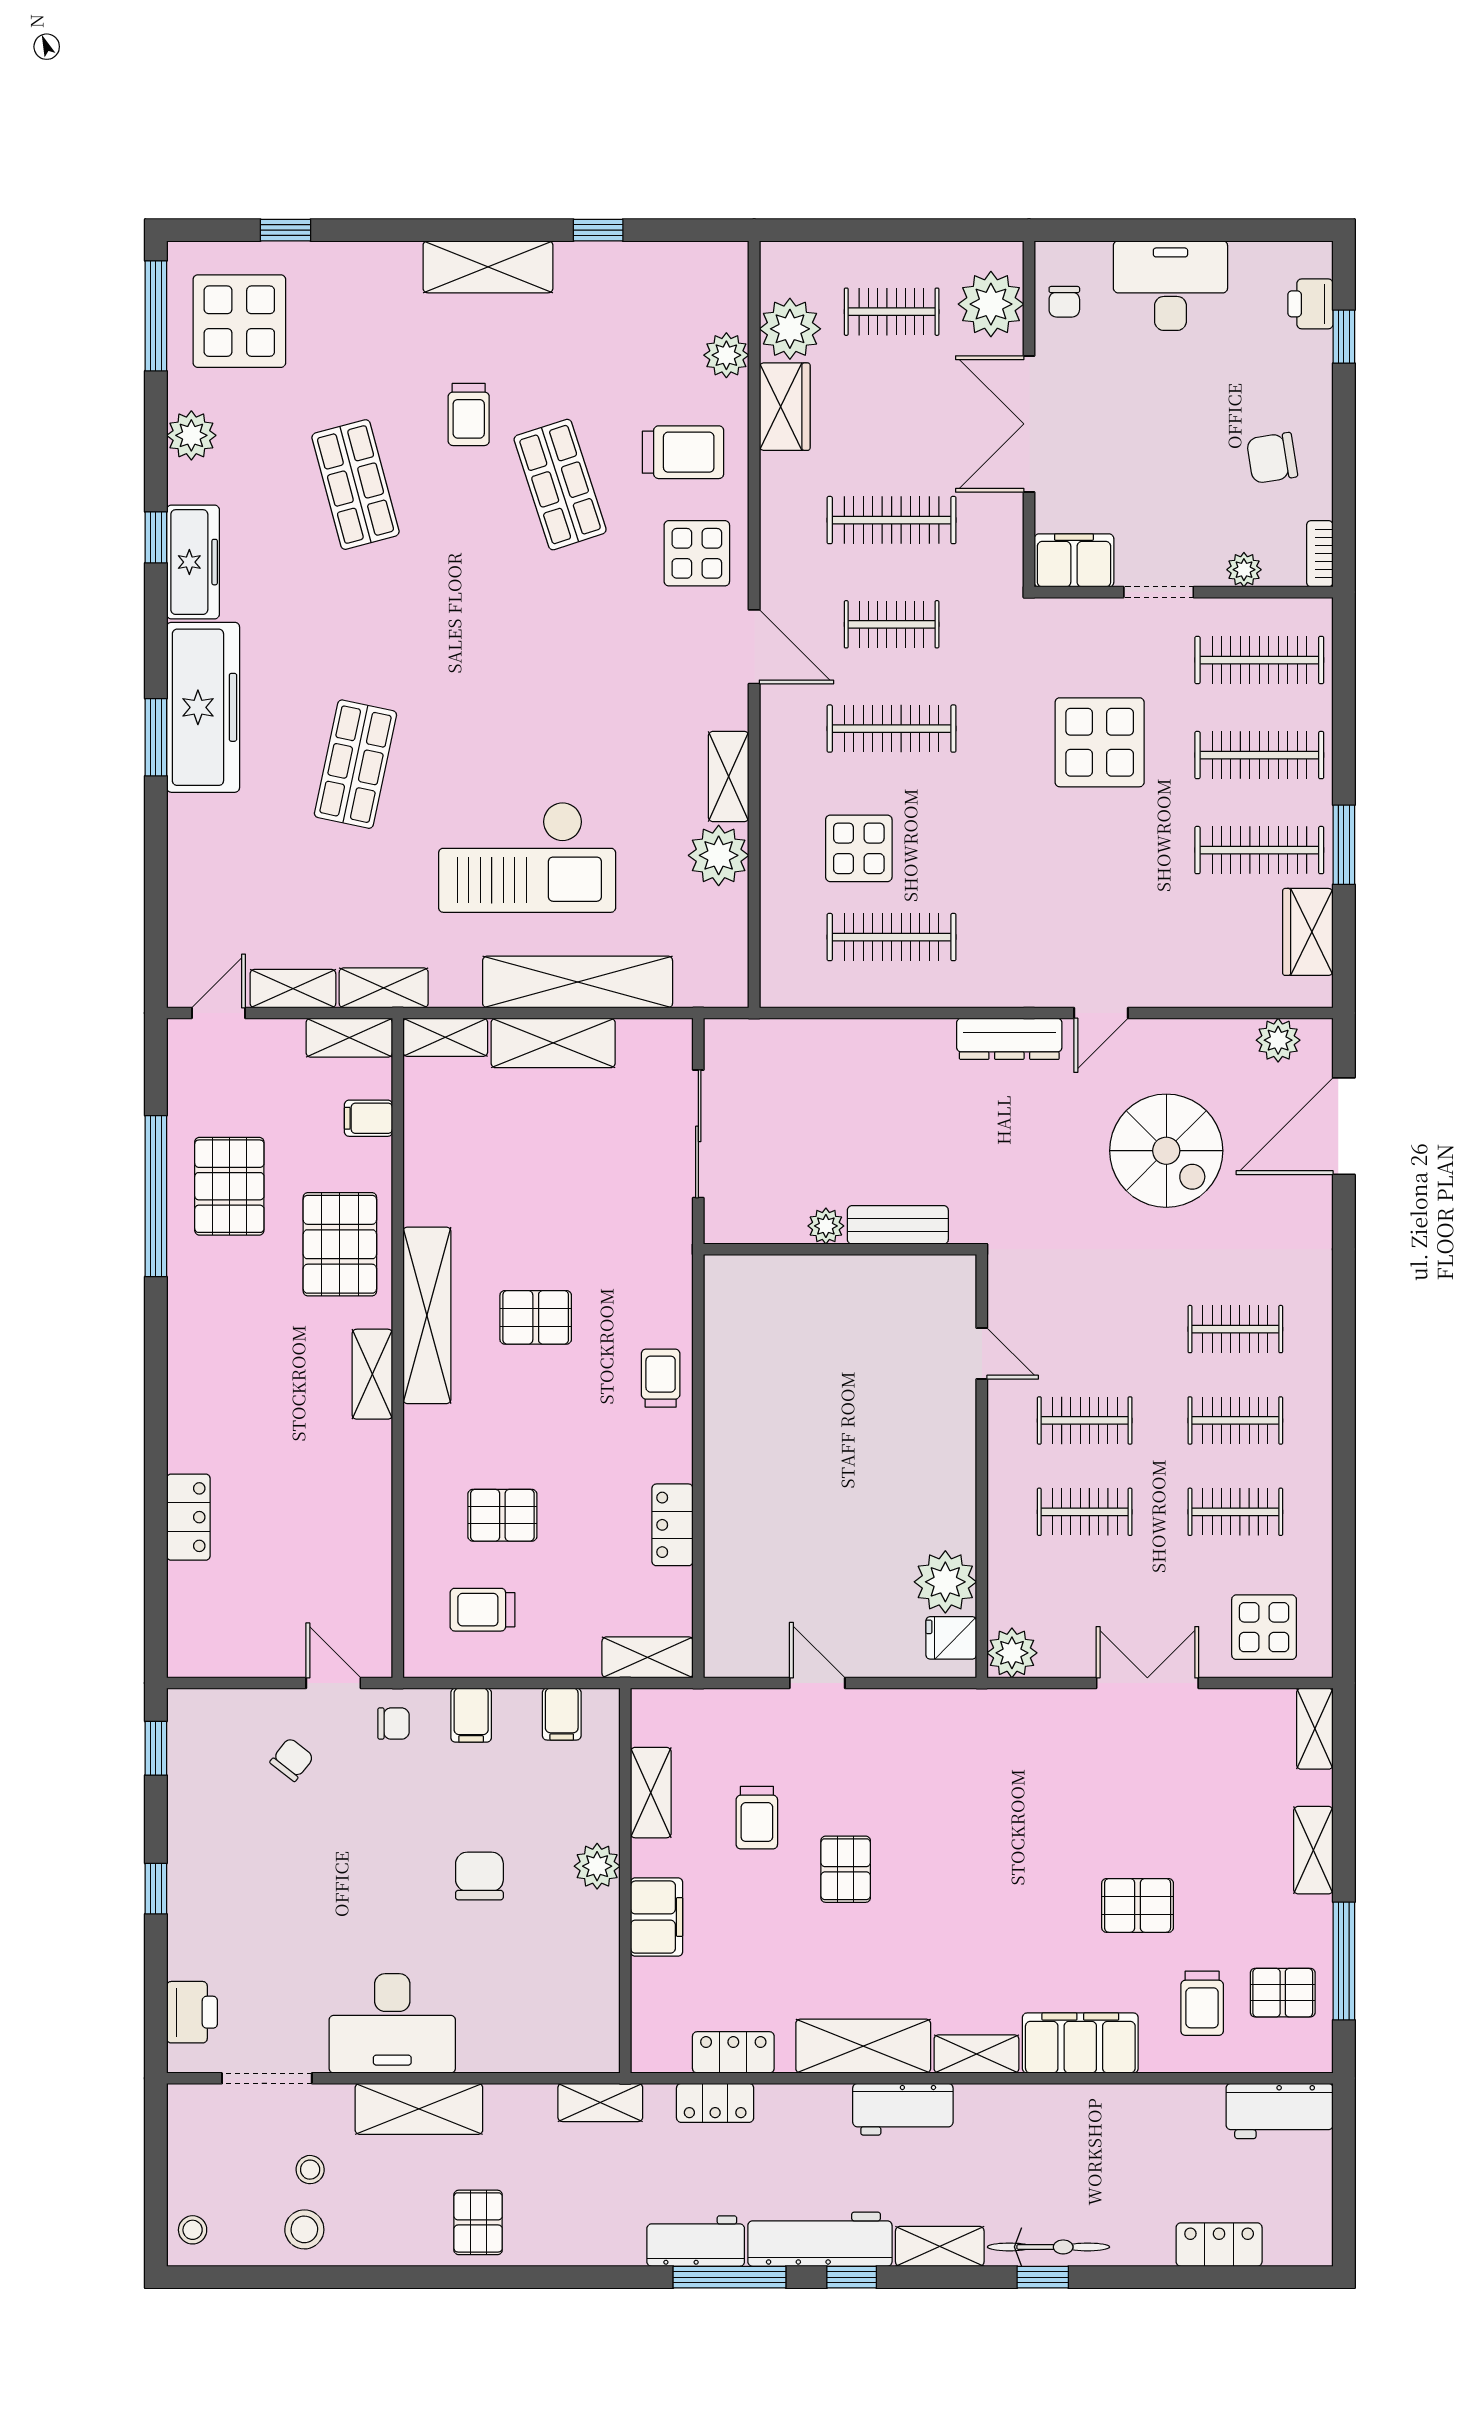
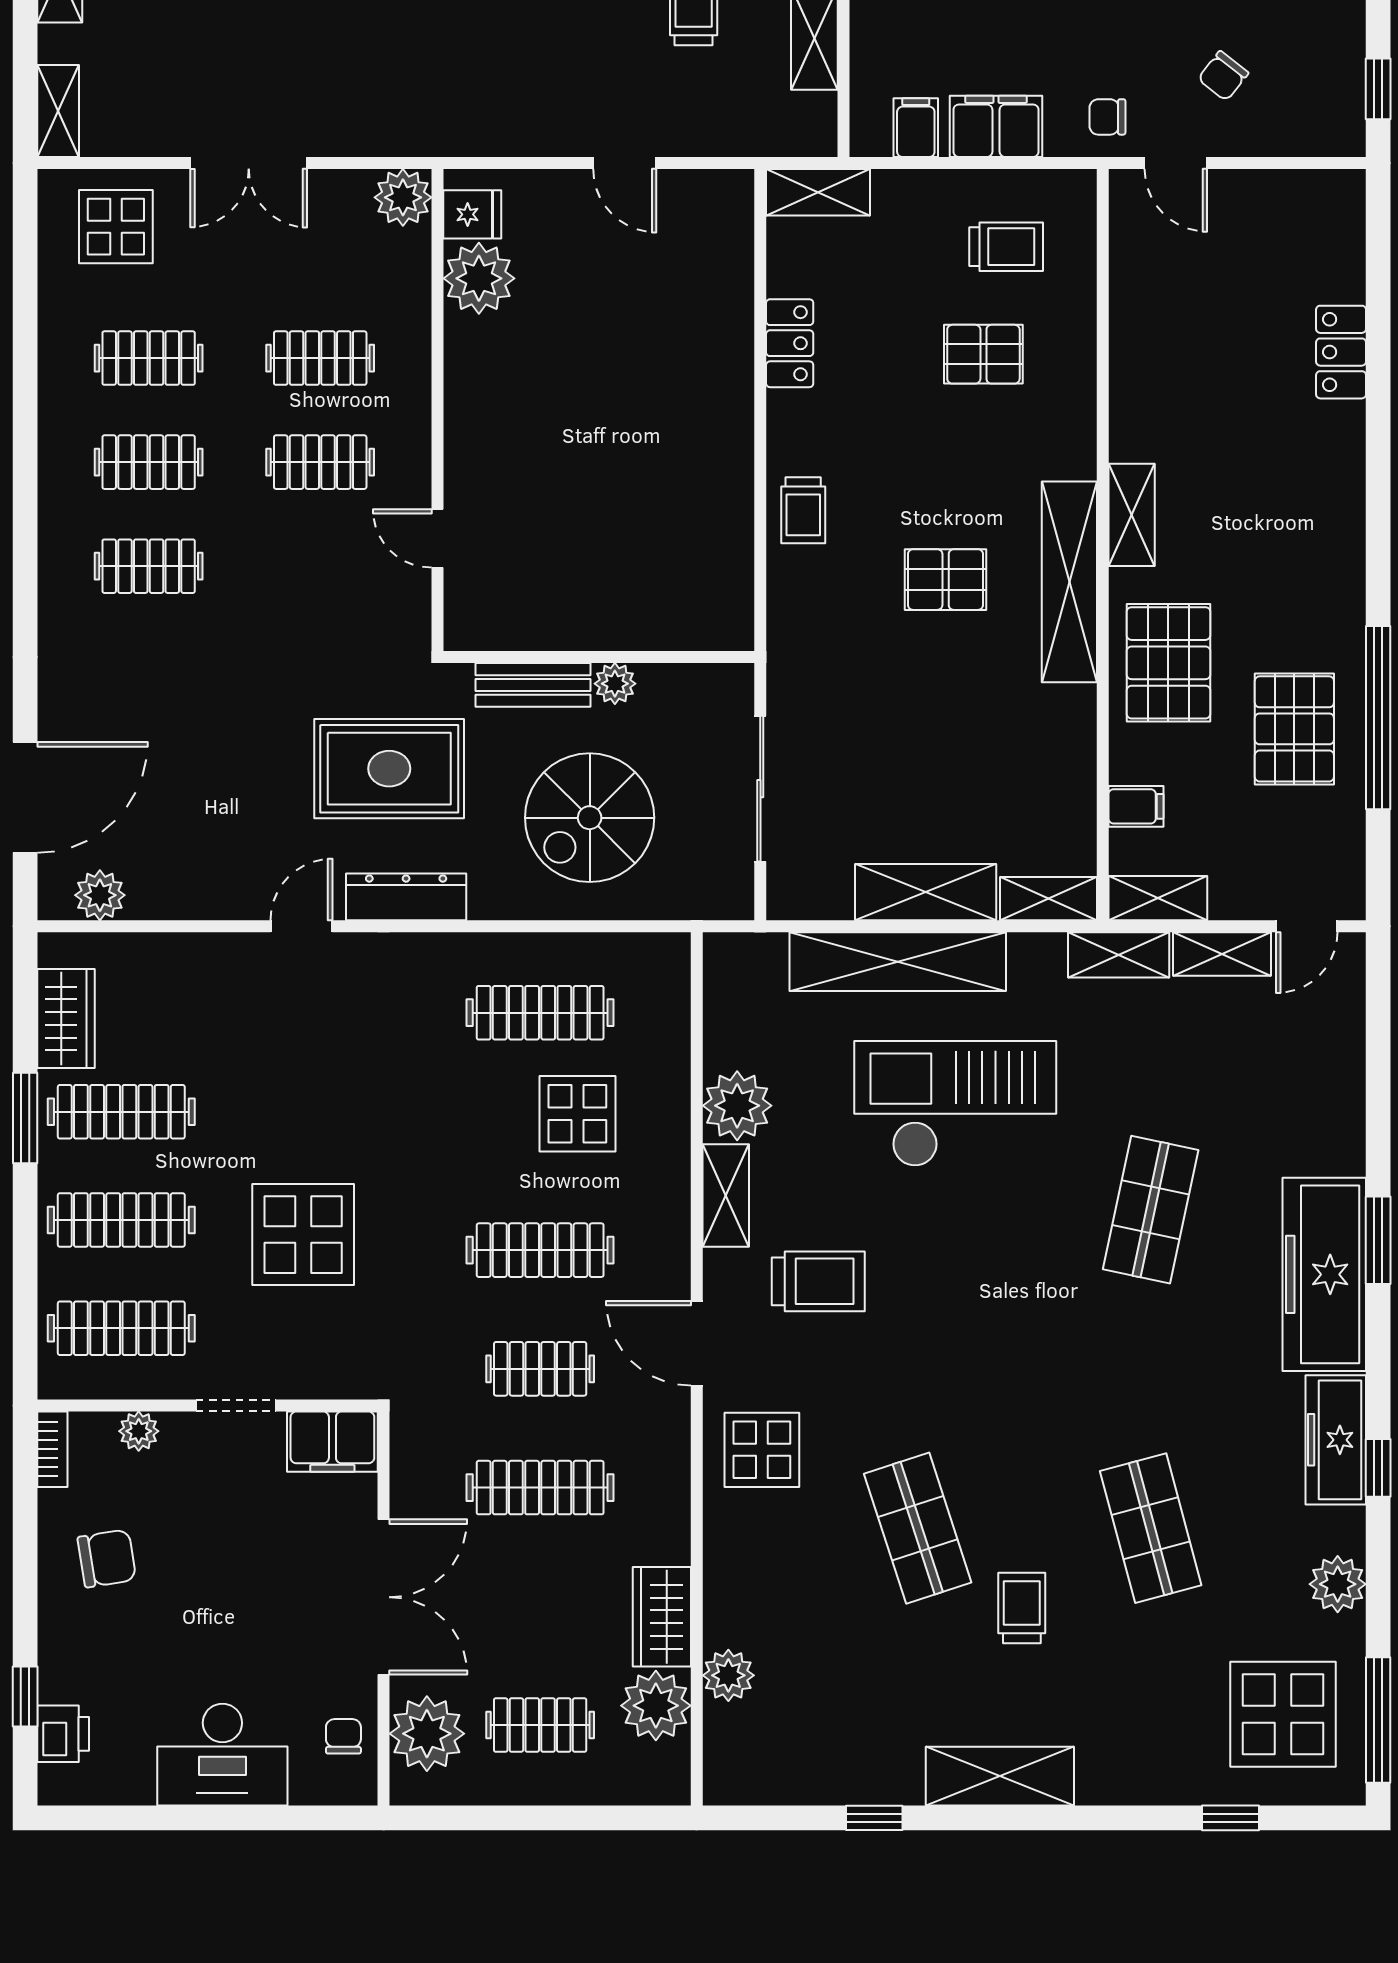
trolley: (683, 452) -> (818, 1281), moved, turned 180
rug: (1024, 1151) -> (389, 769), added
spiral stairs: (1166, 1151) -> (590, 818), moved, turned -90
filing cabinet: (471, 1715) -> (996, 126), width x2.00

